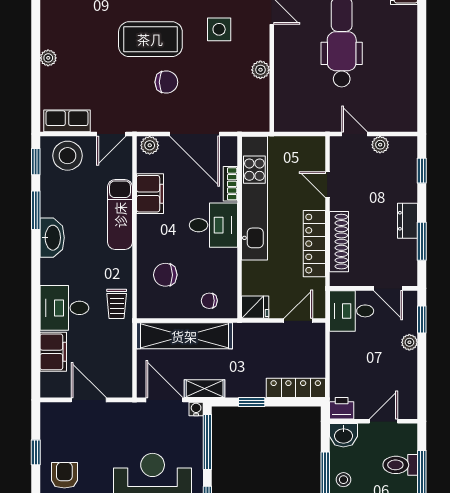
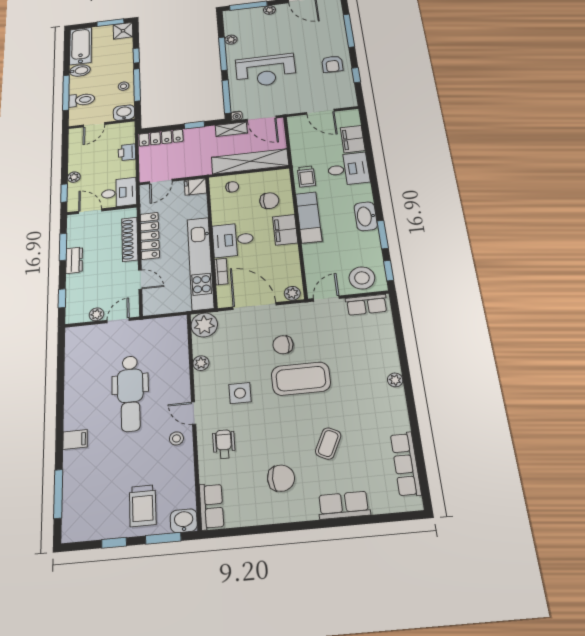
plant: (48, 58) -> (395, 380), moved
plant: (254, 117) -> (204, 325), added
door: (355, 134) -> (118, 320), swing flipped
filing cabinet: (150, 194) -> (285, 230), moved
exam couch: (120, 215) -> (309, 217), moved
trolley: (117, 304) -> (306, 176), turned 180
printer: (342, 408) -> (127, 152), moved, turned 90

